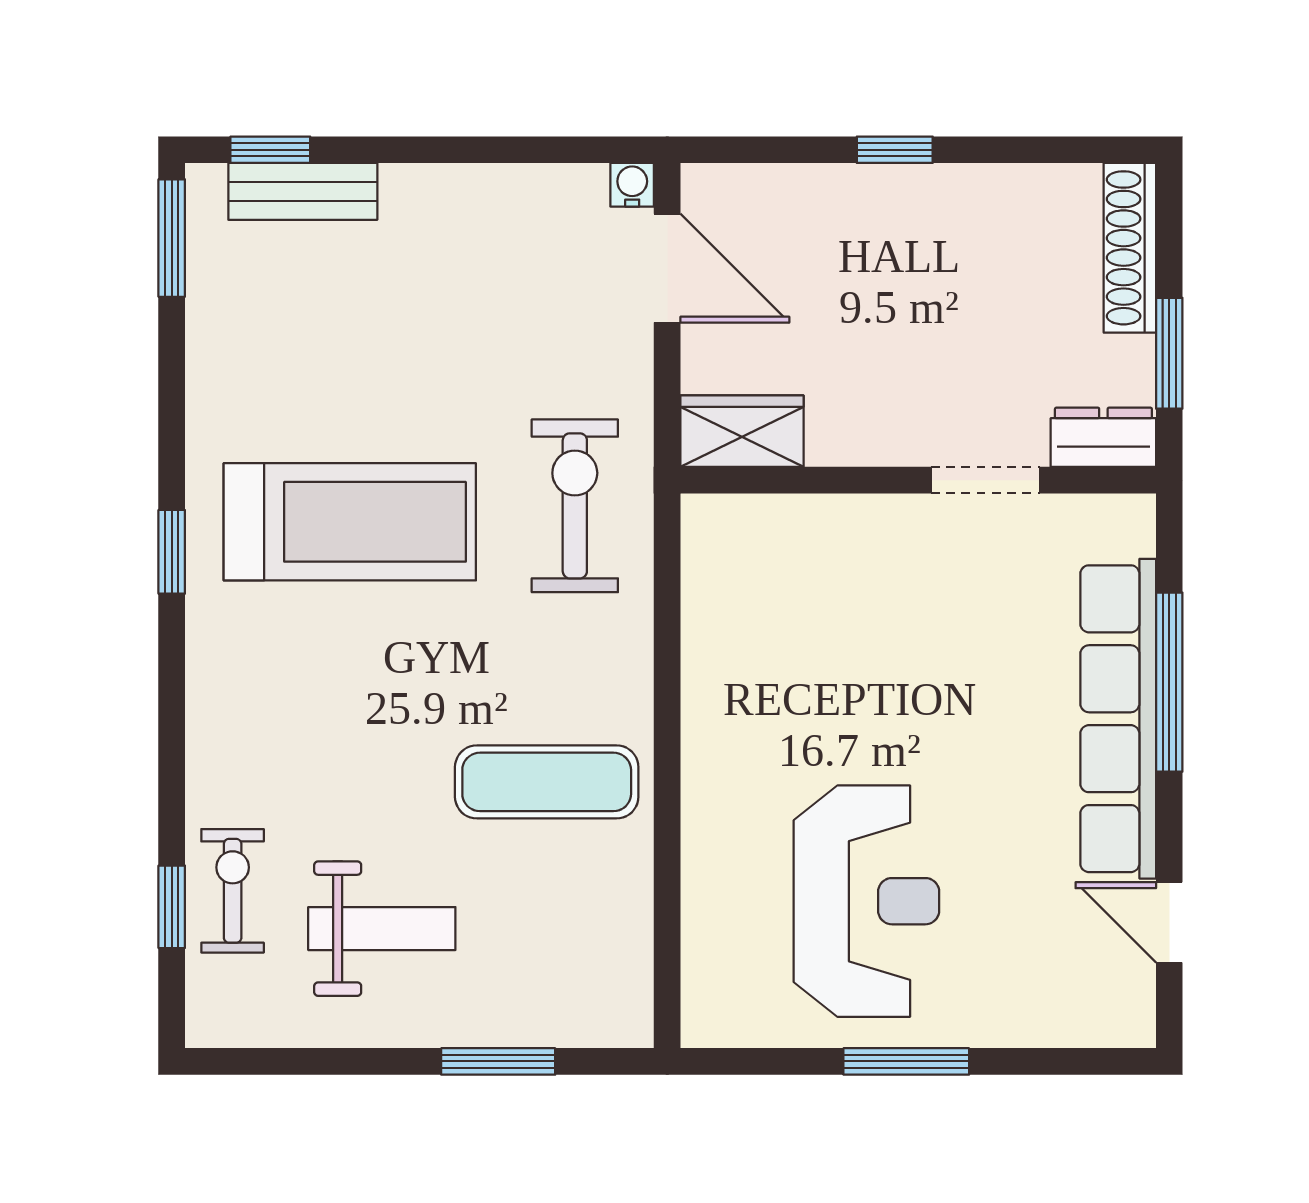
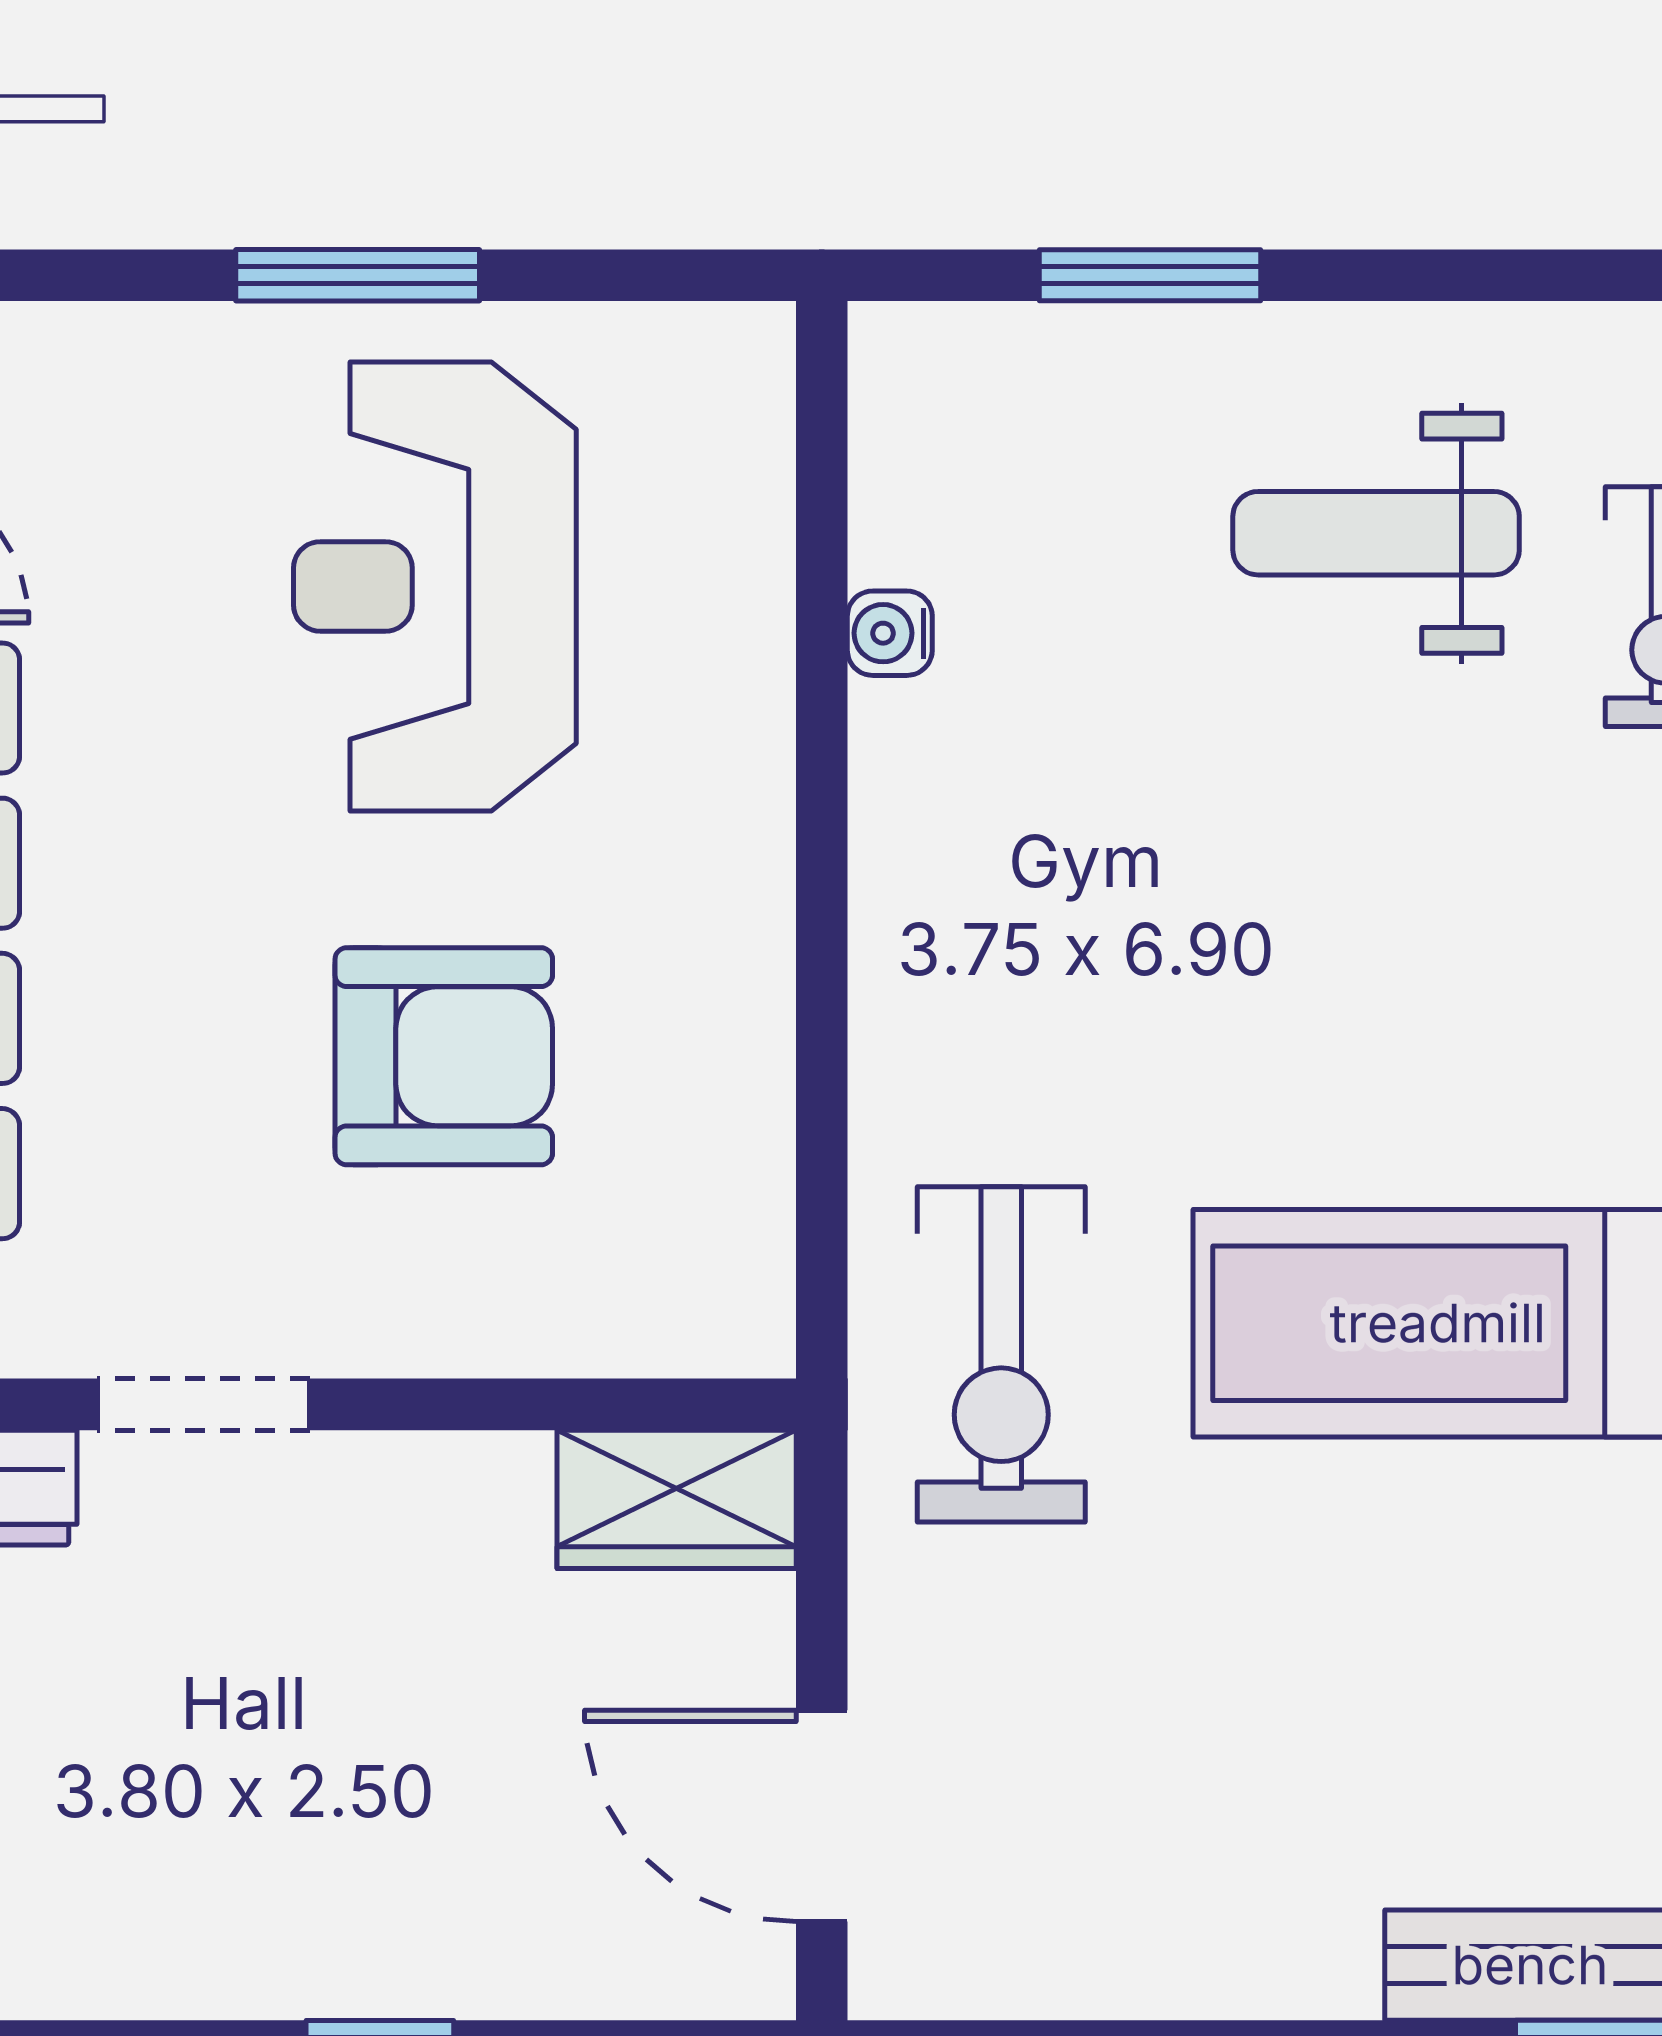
water cooler: (632, 185) -> (890, 633), moved, turned 90
armchair: (862, 659) -> (444, 1056), added
exercise mat: (547, 782) -> (1056, 818), removed

